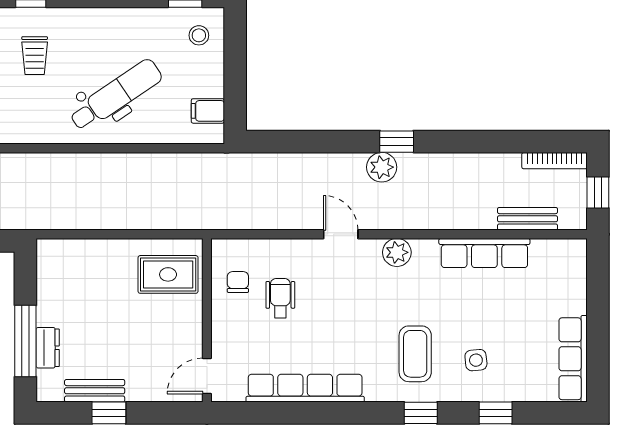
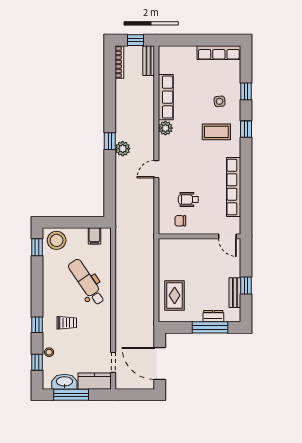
stool: (199, 35) -> (57, 240), width x1.89, depth x1.89
bench: (527, 219) -> (149, 61), moved
plant: (397, 252) -> (165, 128), moved
rug: (168, 274) -> (175, 295), moved

